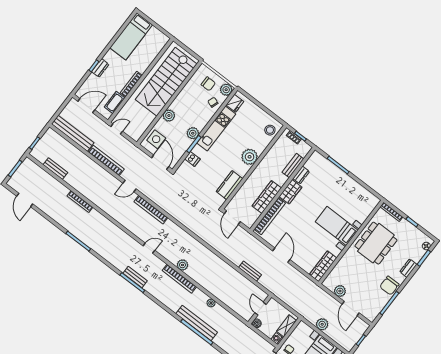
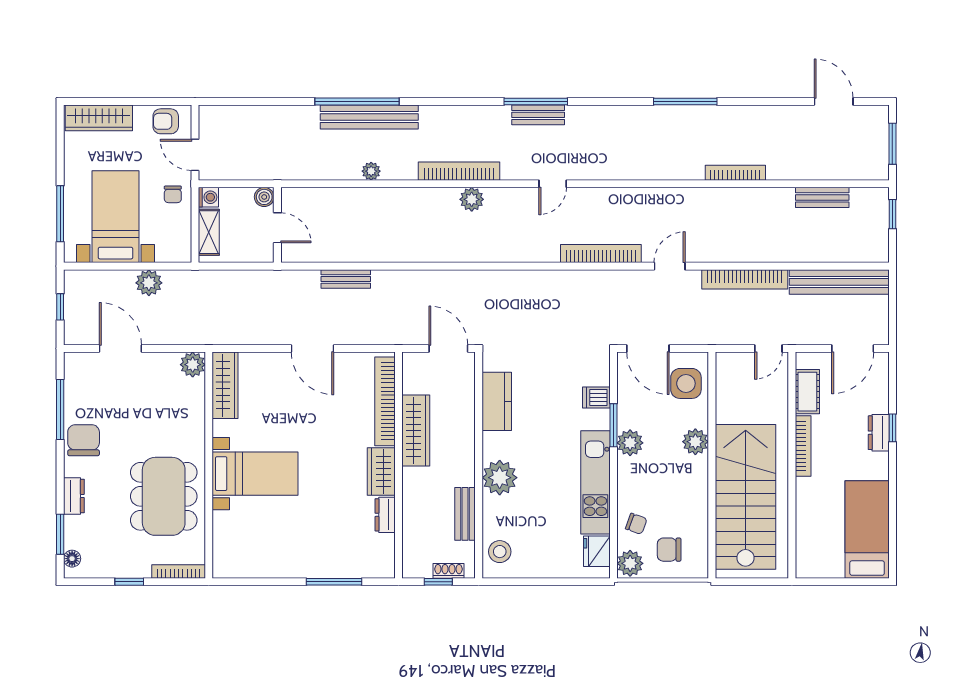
bench: (293, 166) -> (465, 514), moved
plant: (340, 291) -> (193, 365), moved

